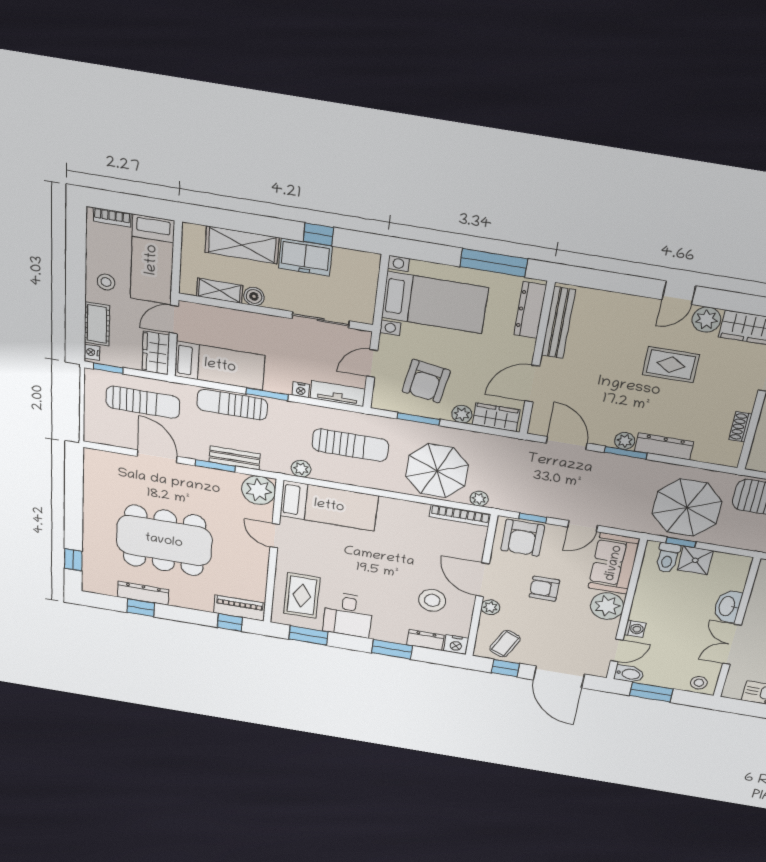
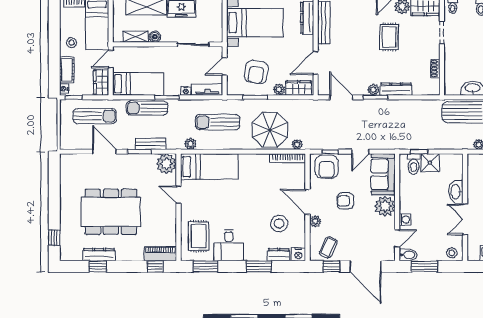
rug: (671, 365) -> (389, 37), turned 90
sun lounger: (350, 445) -> (218, 122), turned 180
parasol: (687, 508) -> (417, 127), removed

